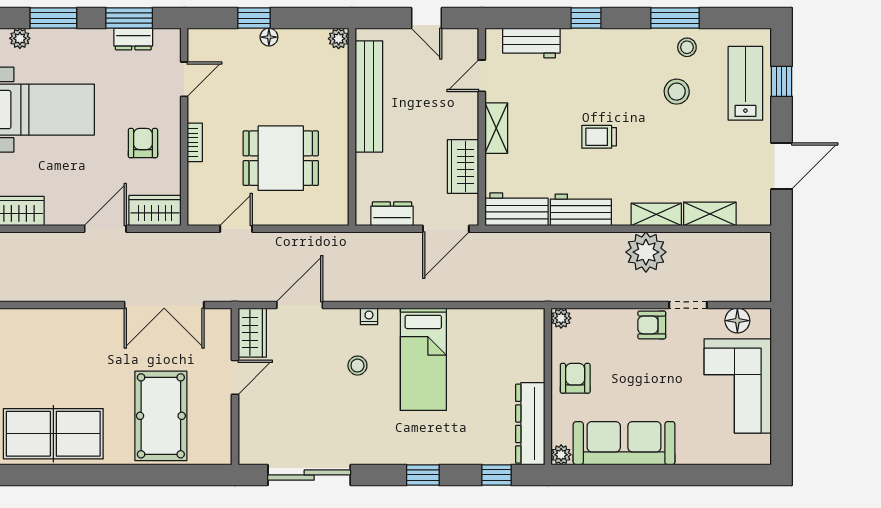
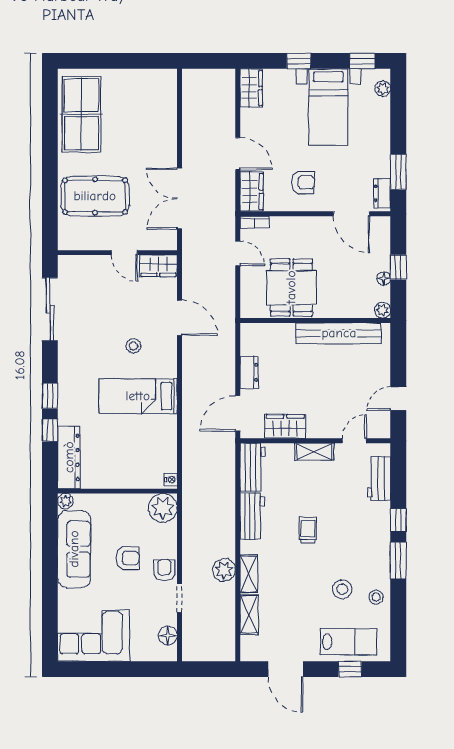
window: (53, 18) -> (398, 114), removed
window: (675, 18) -> (398, 560), moved
dresser: (133, 39) -> (382, 193), moved
plant: (339, 39) -> (383, 310), moved
door: (482, 76) -> (354, 441), hinge flipped
door: (184, 79) -> (352, 214), width x1.38
bench: (369, 96) -> (339, 333), moved
wall: (352, 127) -> (315, 320), moved
bookcase: (195, 142) -> (255, 222), moved
door: (446, 229) -> (238, 413), hinge flipped
plant: (646, 252) -> (224, 570), width x0.73, depth x0.73
door: (300, 305) -> (179, 318), moved
nightstand: (369, 316) -> (171, 480), moved
plant: (561, 318) -> (163, 508), width x1.88, depth x1.88
armchair: (575, 378) -> (127, 558), moved
corner sofa: (738, 386) -> (94, 636), moved
dresser: (530, 424) -> (69, 457), moved, turned 90
window: (497, 475) -> (50, 430), moved

